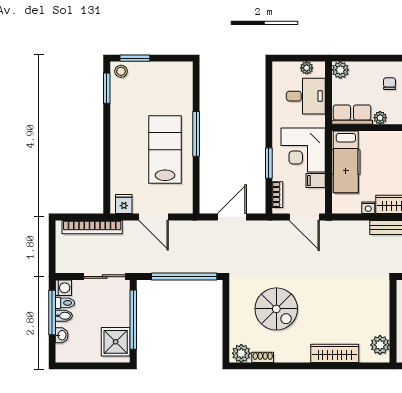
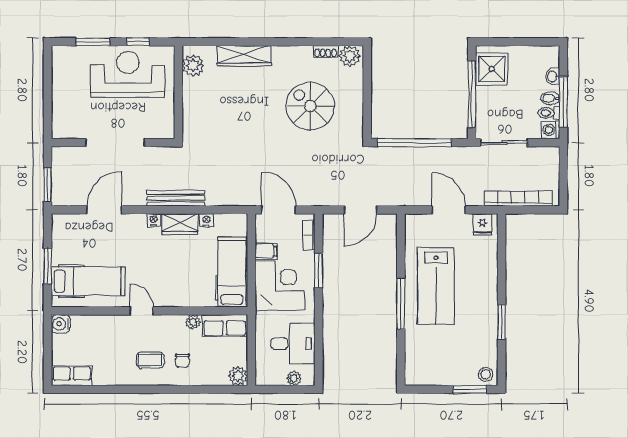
plant: (307, 68) -> (294, 378), moved
window: (107, 88) -> (502, 322), moved
desk: (306, 96) -> (293, 344), moved, turned 180

